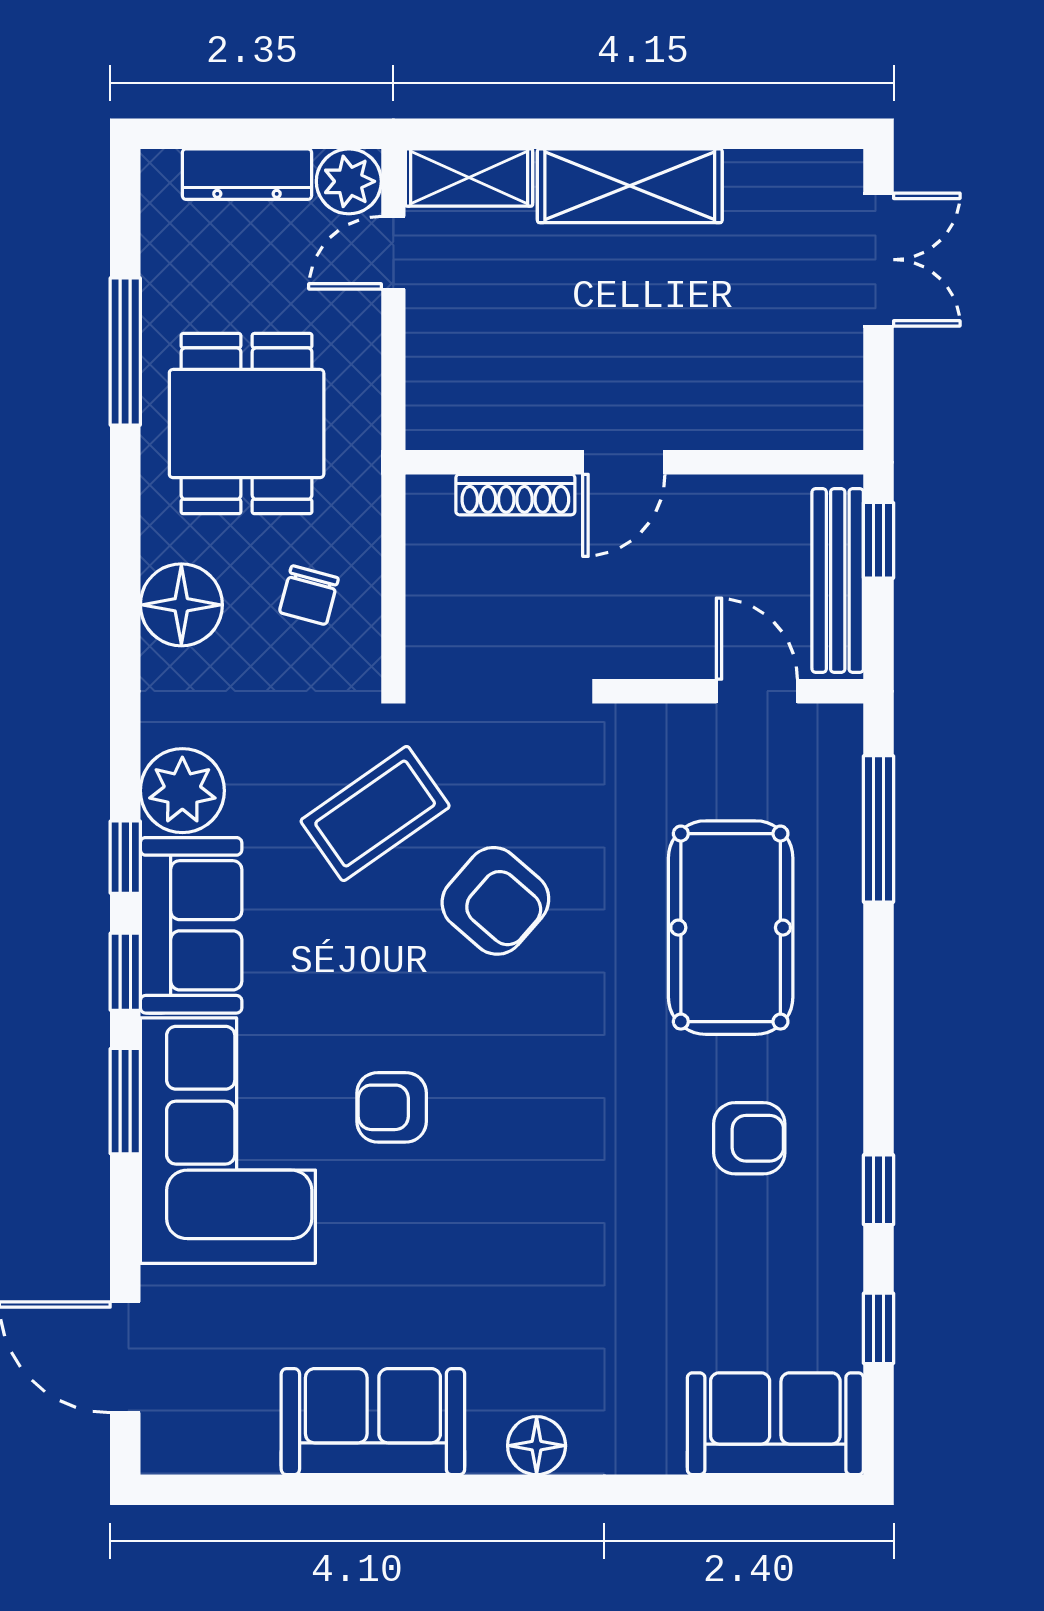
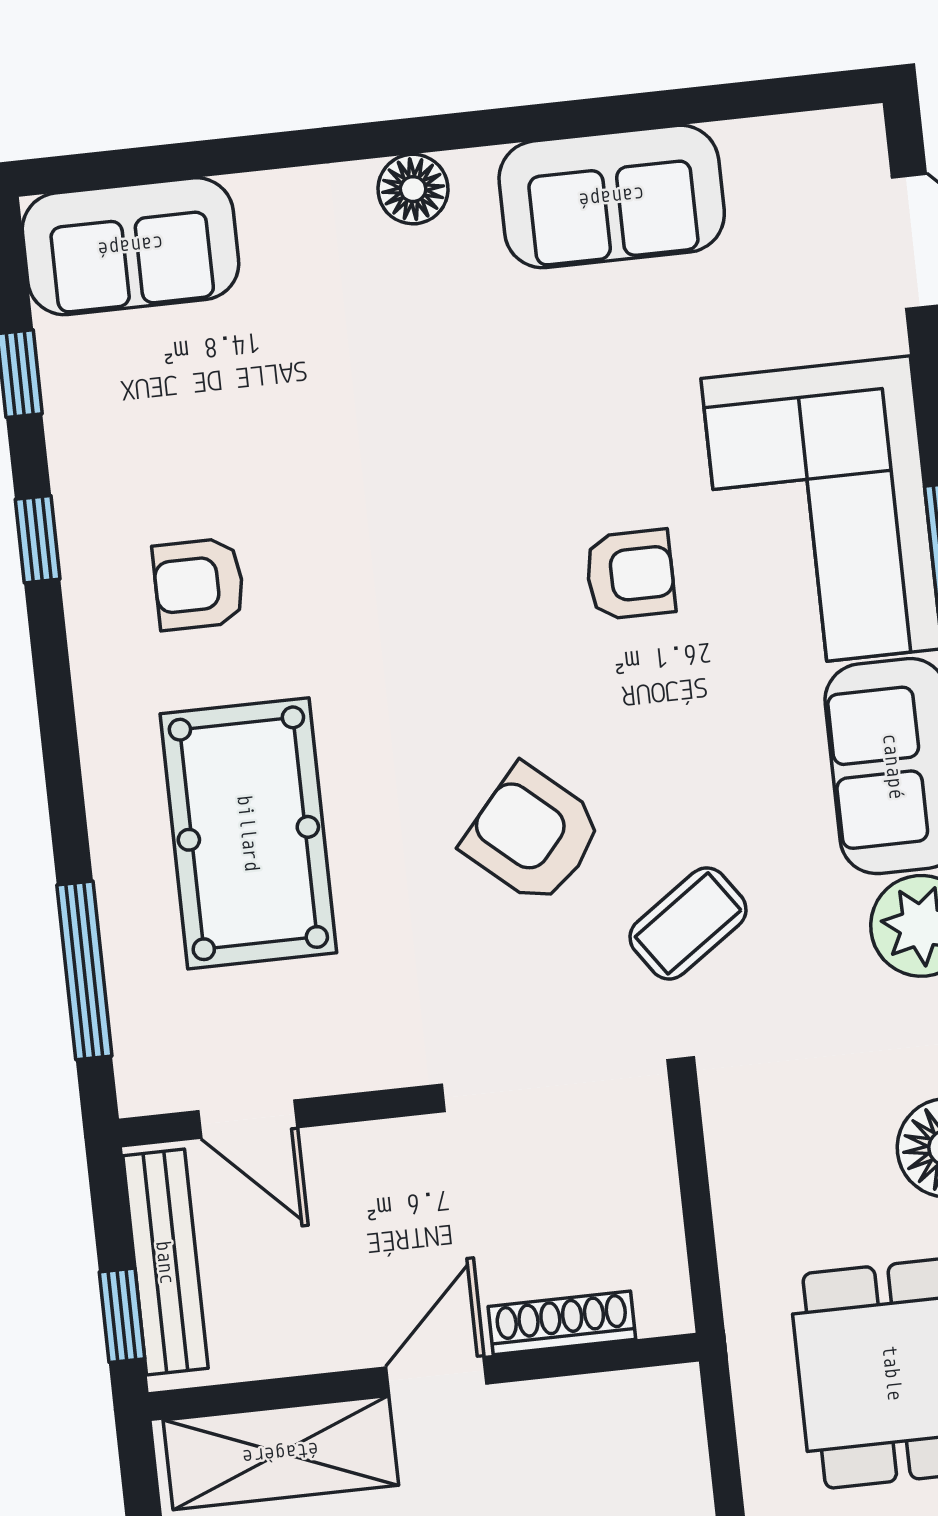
shelving: (759, 412) -> (281, 1453), added
chair: (309, 595) -> (796, 1176), removed
coffee table: (375, 814) -> (688, 923), width x0.73, depth x0.77

